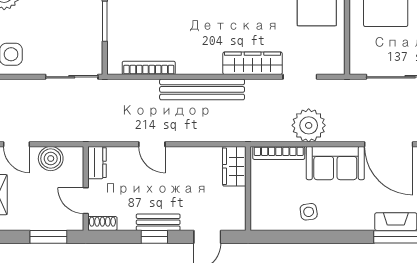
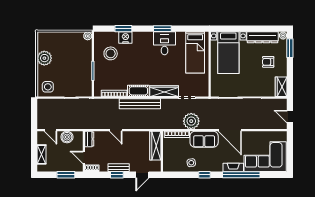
cot: (199, 63) -> (138, 91), added
wardrobe: (234, 166) -> (155, 146), width x1.50
window: (336, 237) -> (204, 175), added

